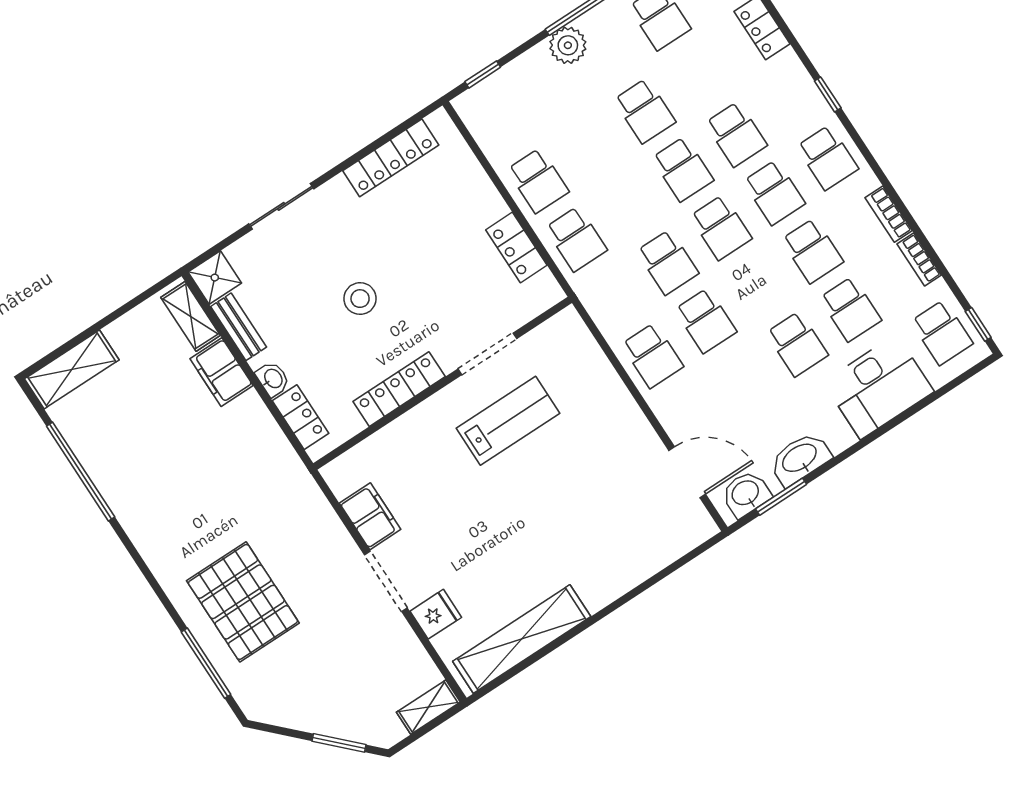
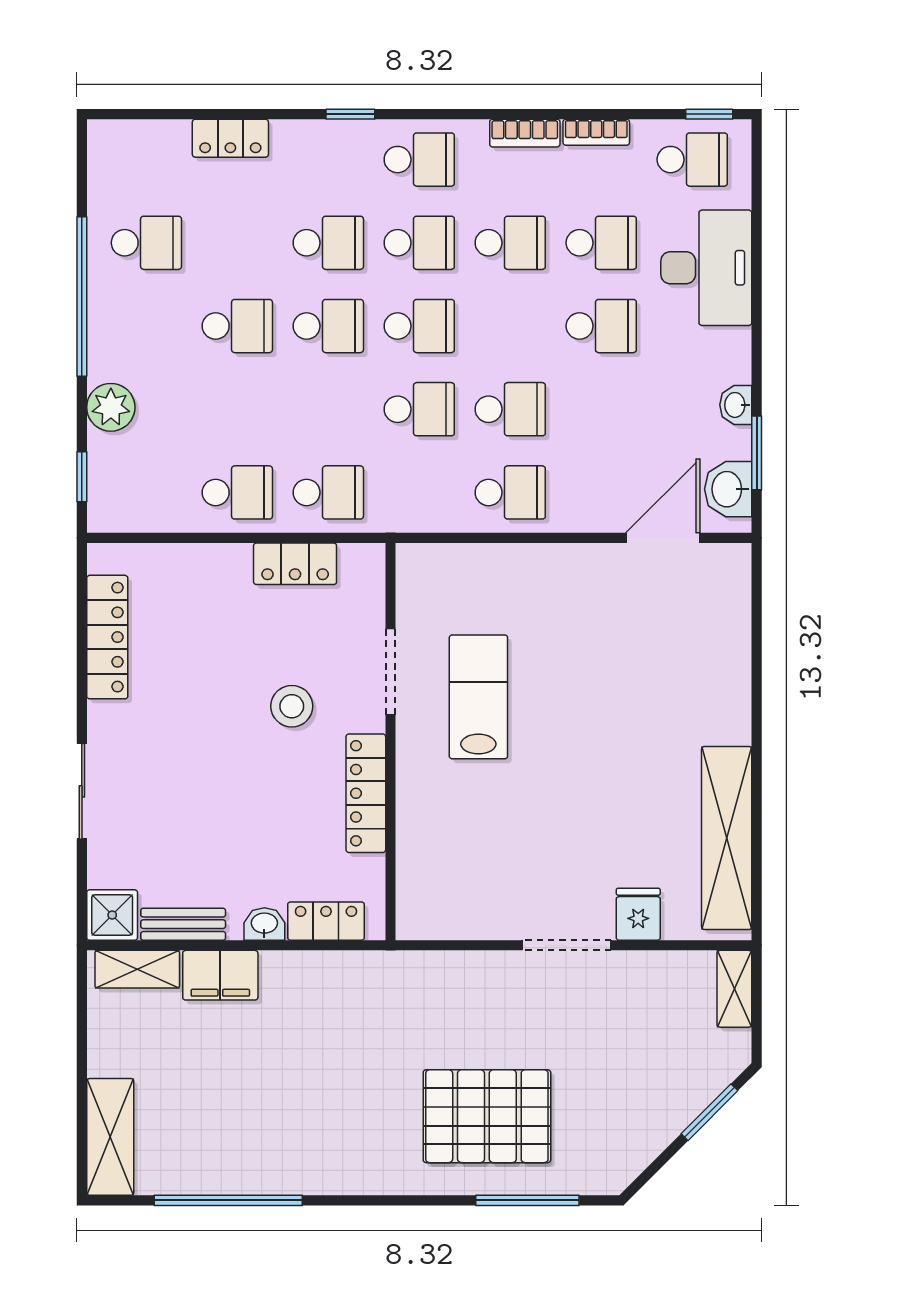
plant: (568, 45) -> (111, 407), moved
stool: (360, 299) -> (292, 706), moved
washbasin: (800, 459) -> (736, 405), width x0.52, depth x0.69
filing cabinet: (370, 516) -> (484, 916), removed

